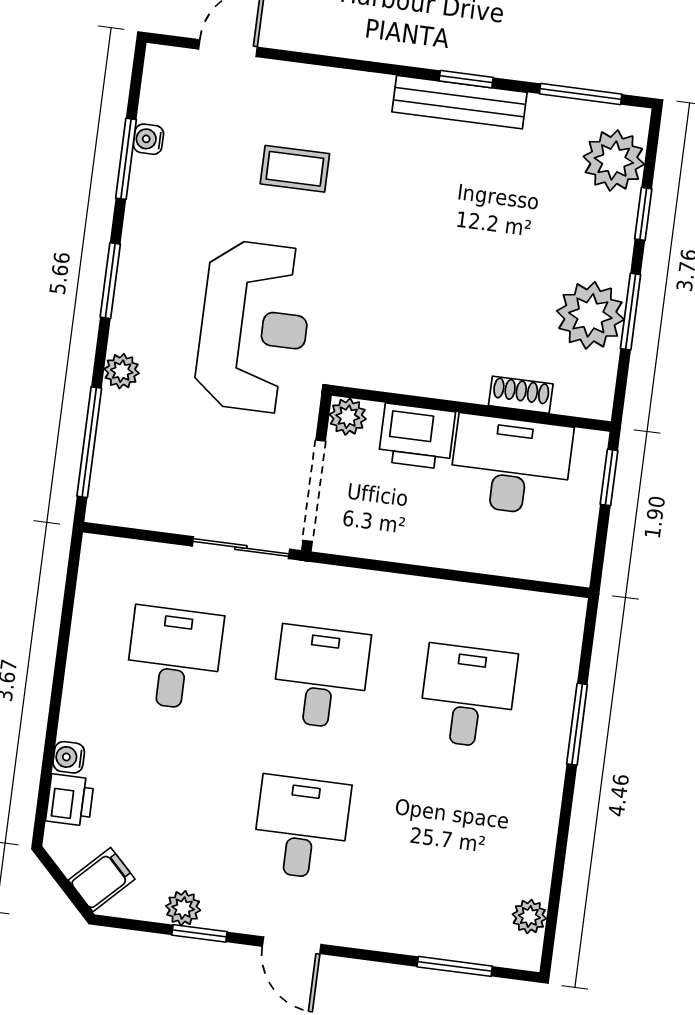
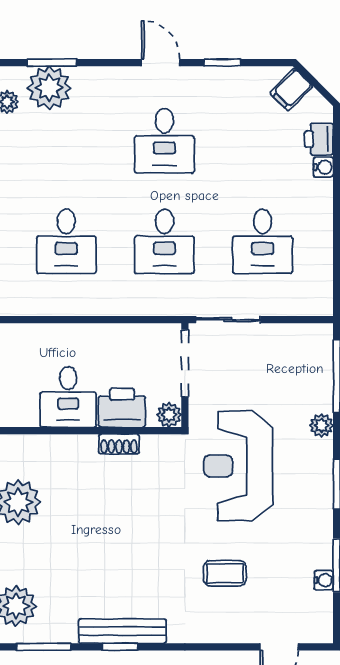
shoe rack: (521, 395) -> (119, 444), moved
desk: (511, 465) -> (68, 397), width x0.73
plant: (183, 908) -> (49, 88), moved, width x1.88, depth x1.88

